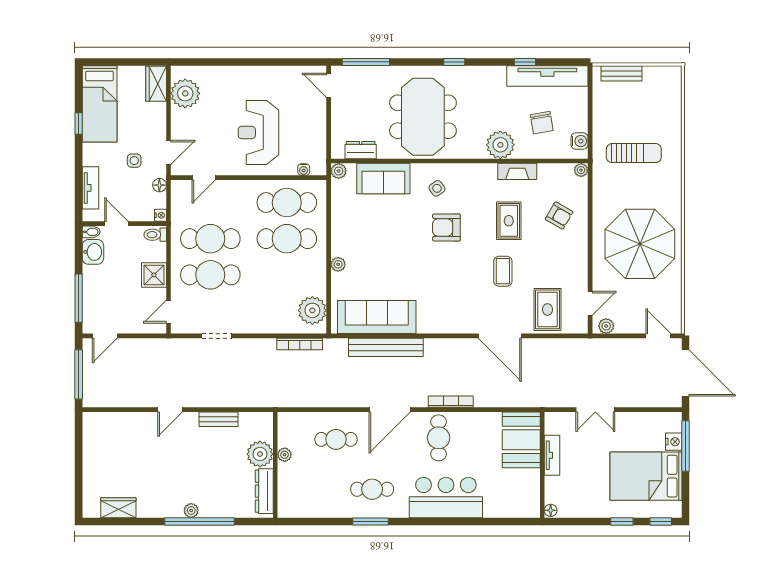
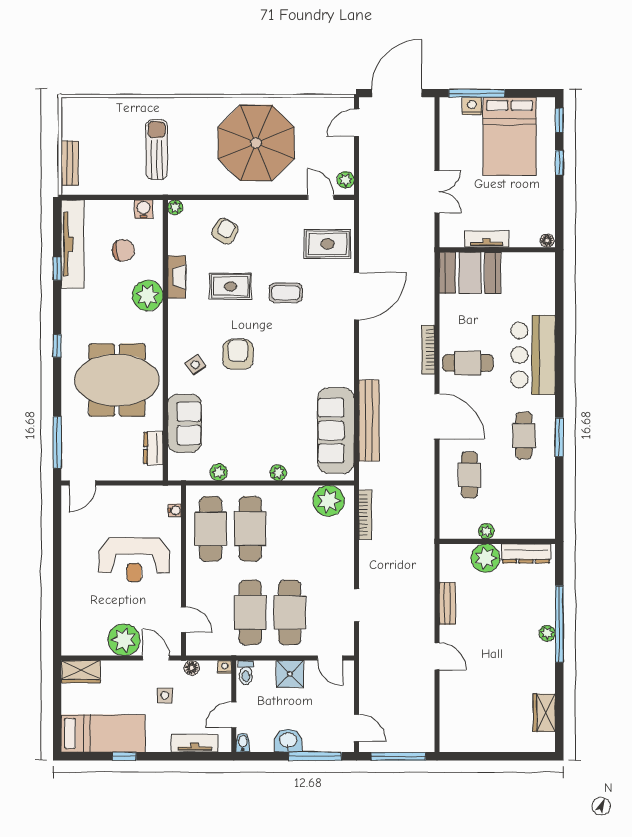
plant: (185, 93) -> (124, 640), moved
plant: (339, 171) -> (219, 472), moved
armchair: (446, 227) -> (238, 354), turned 180
washbasin: (93, 252) -> (288, 741), moved

